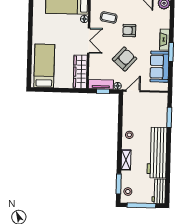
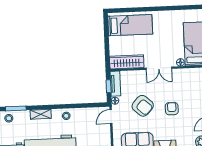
coffee table: (109, 17) -> (184, 87), removed
door: (133, 91) -> (111, 117), swing flipped

